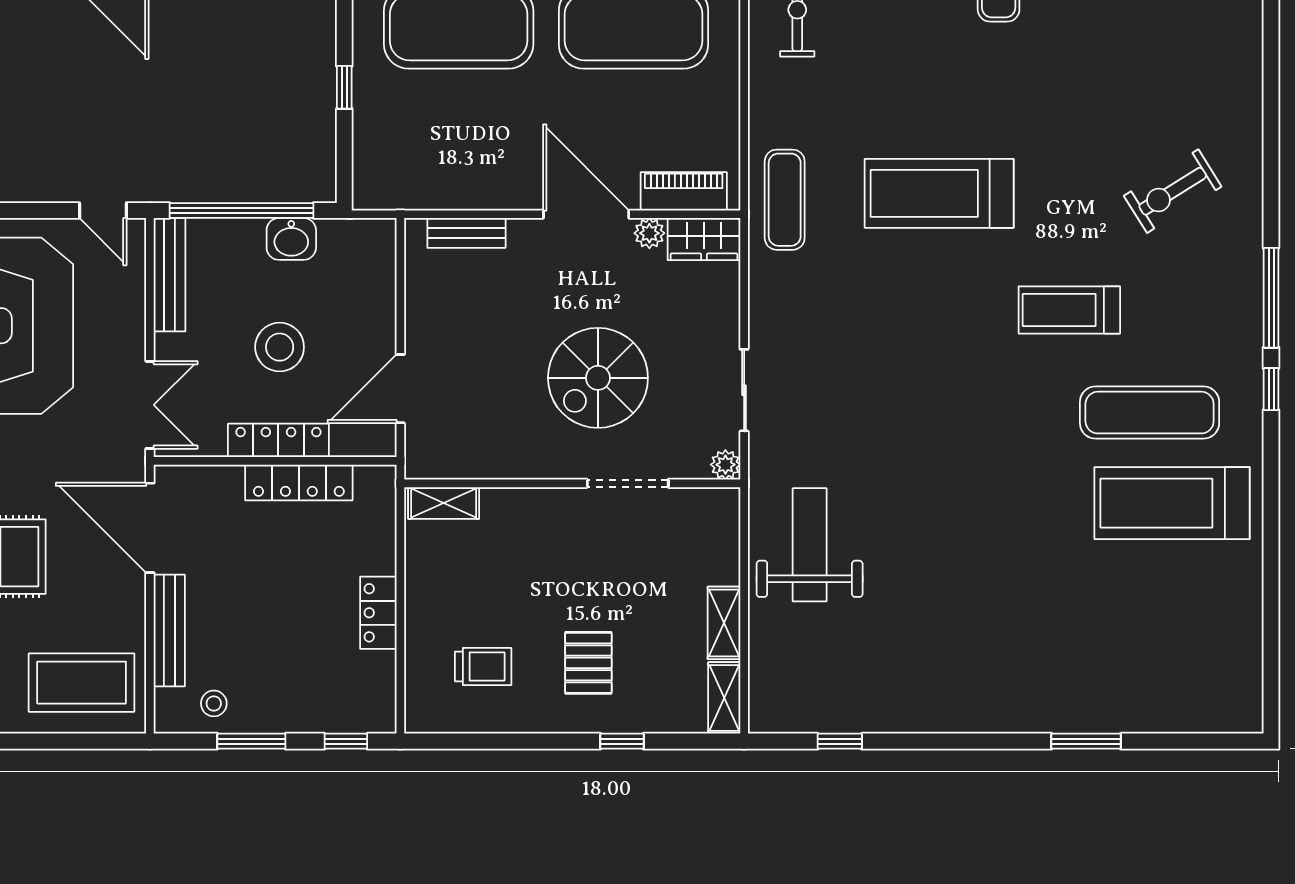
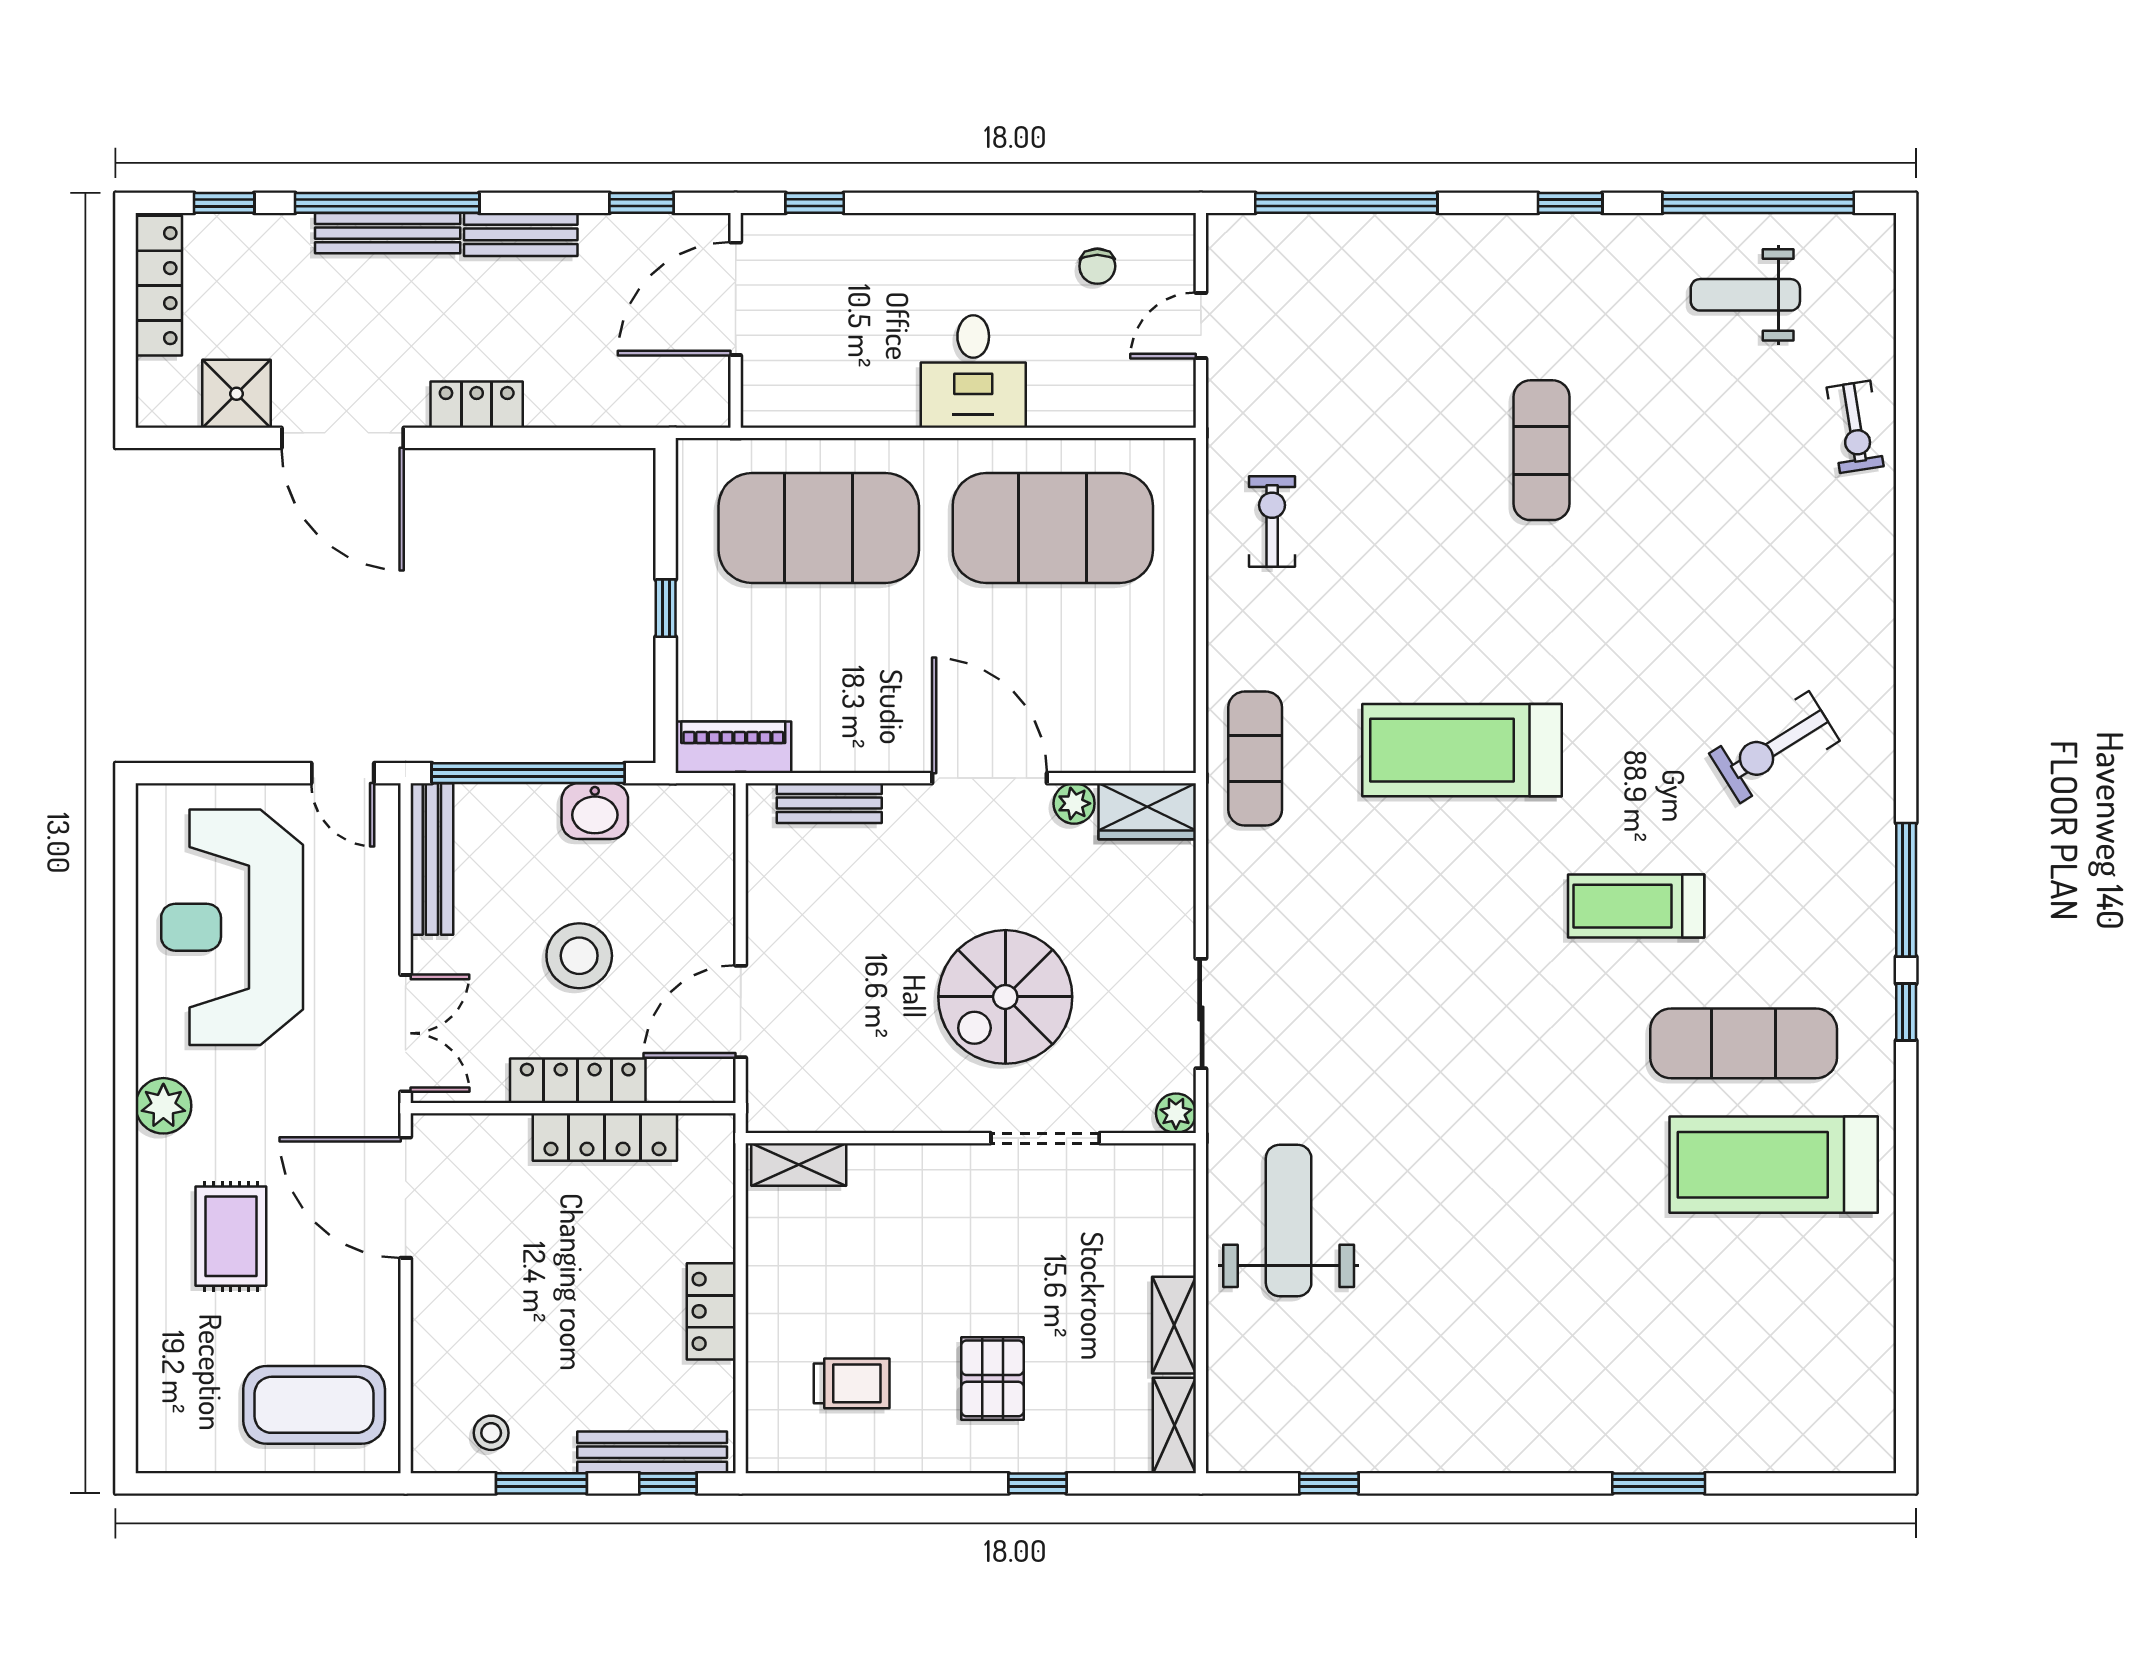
piano: (684, 191) -> (733, 747), moved
bench: (169, 630) -> (652, 1452), moved, turned 90

